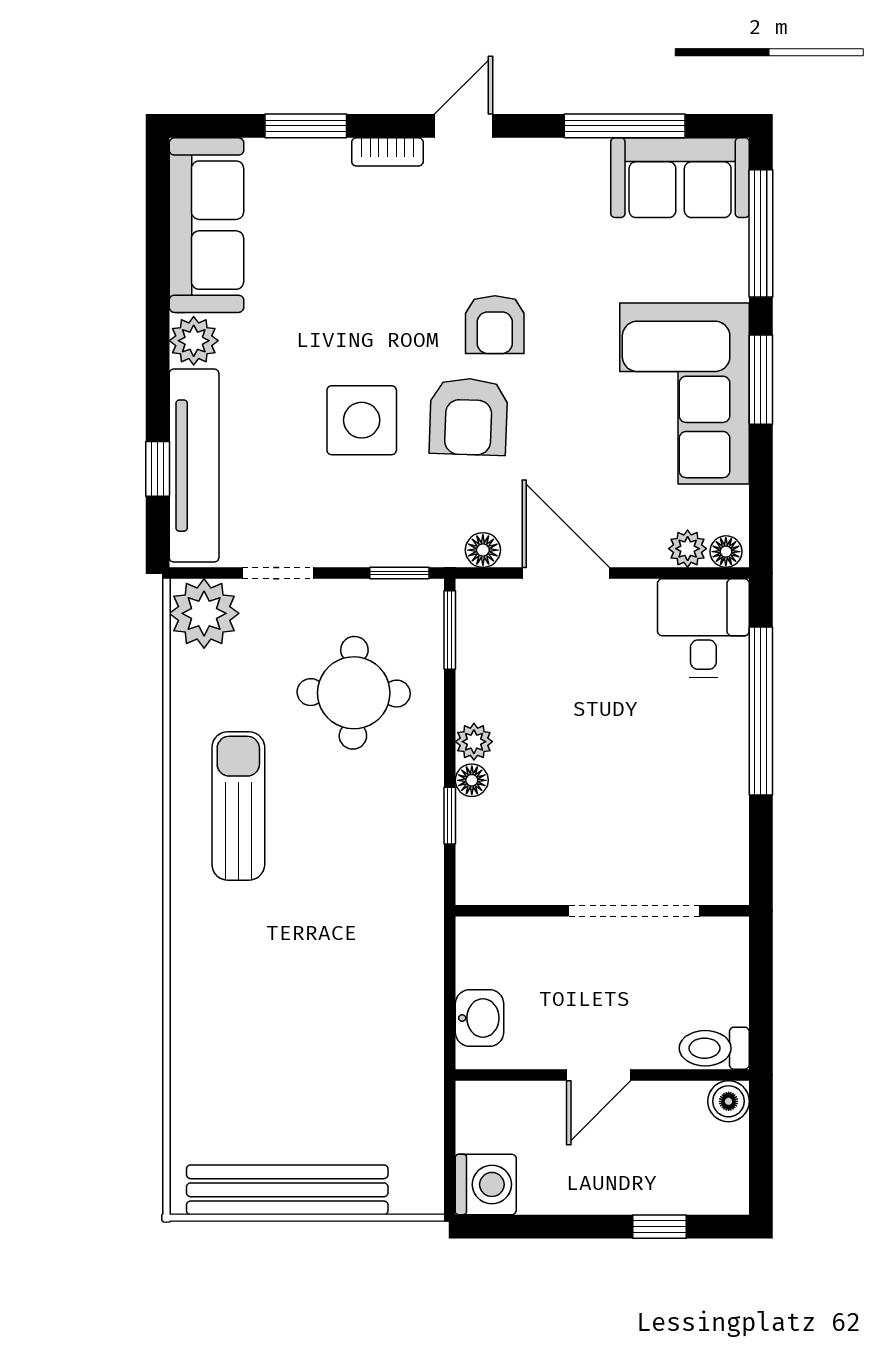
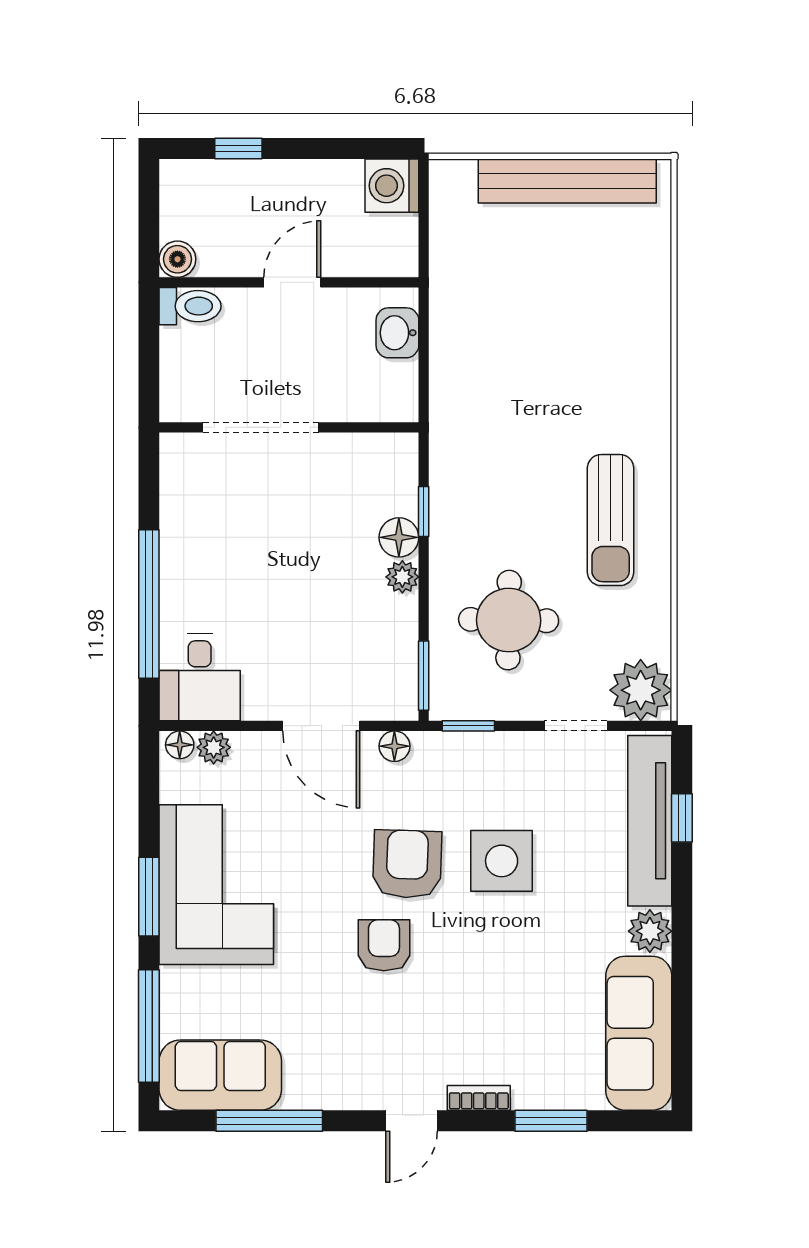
floor lamp: (472, 780) -> (399, 537), width x1.37, depth x1.37

